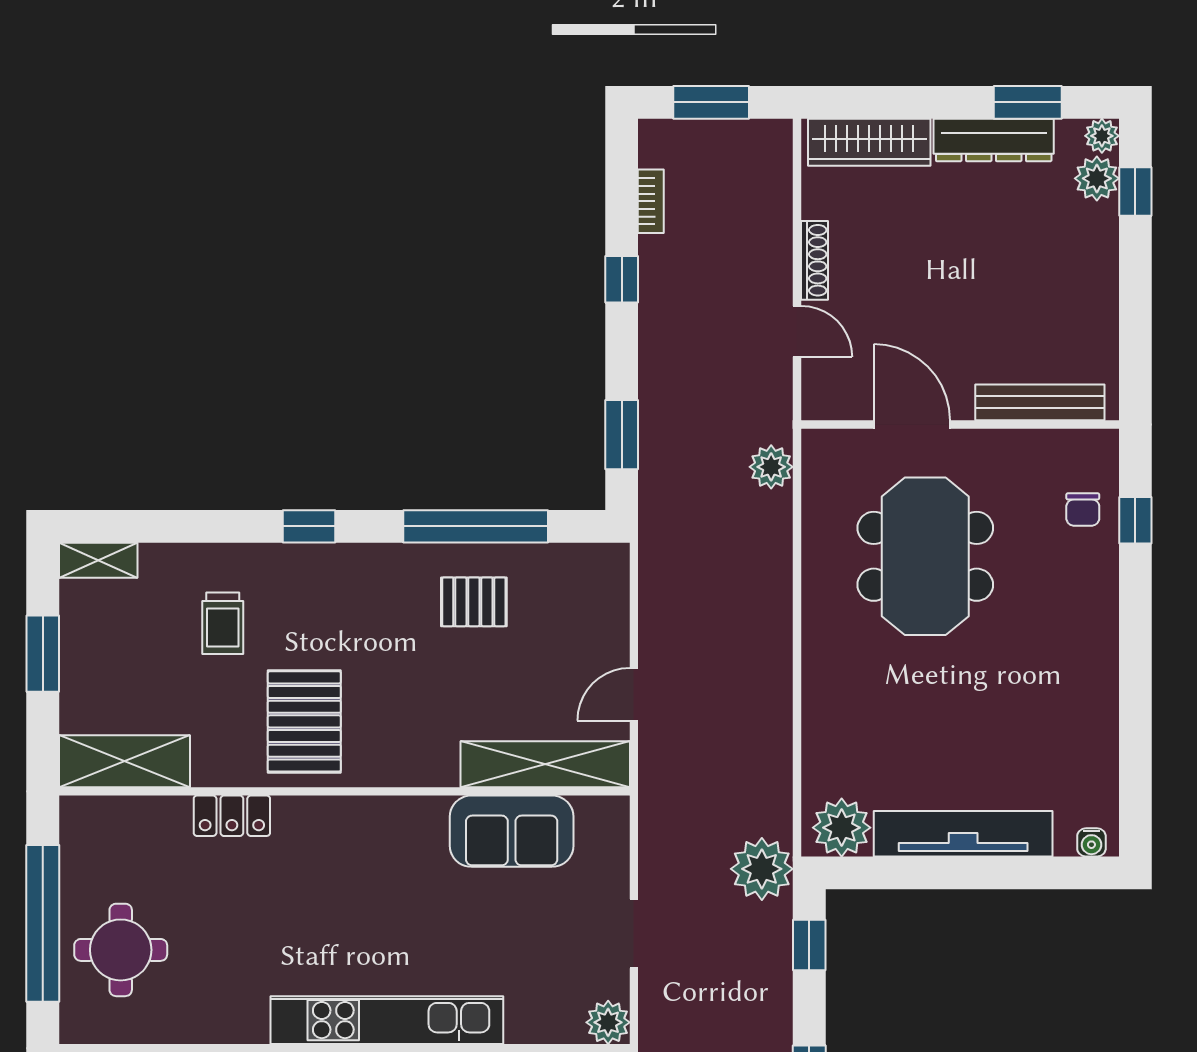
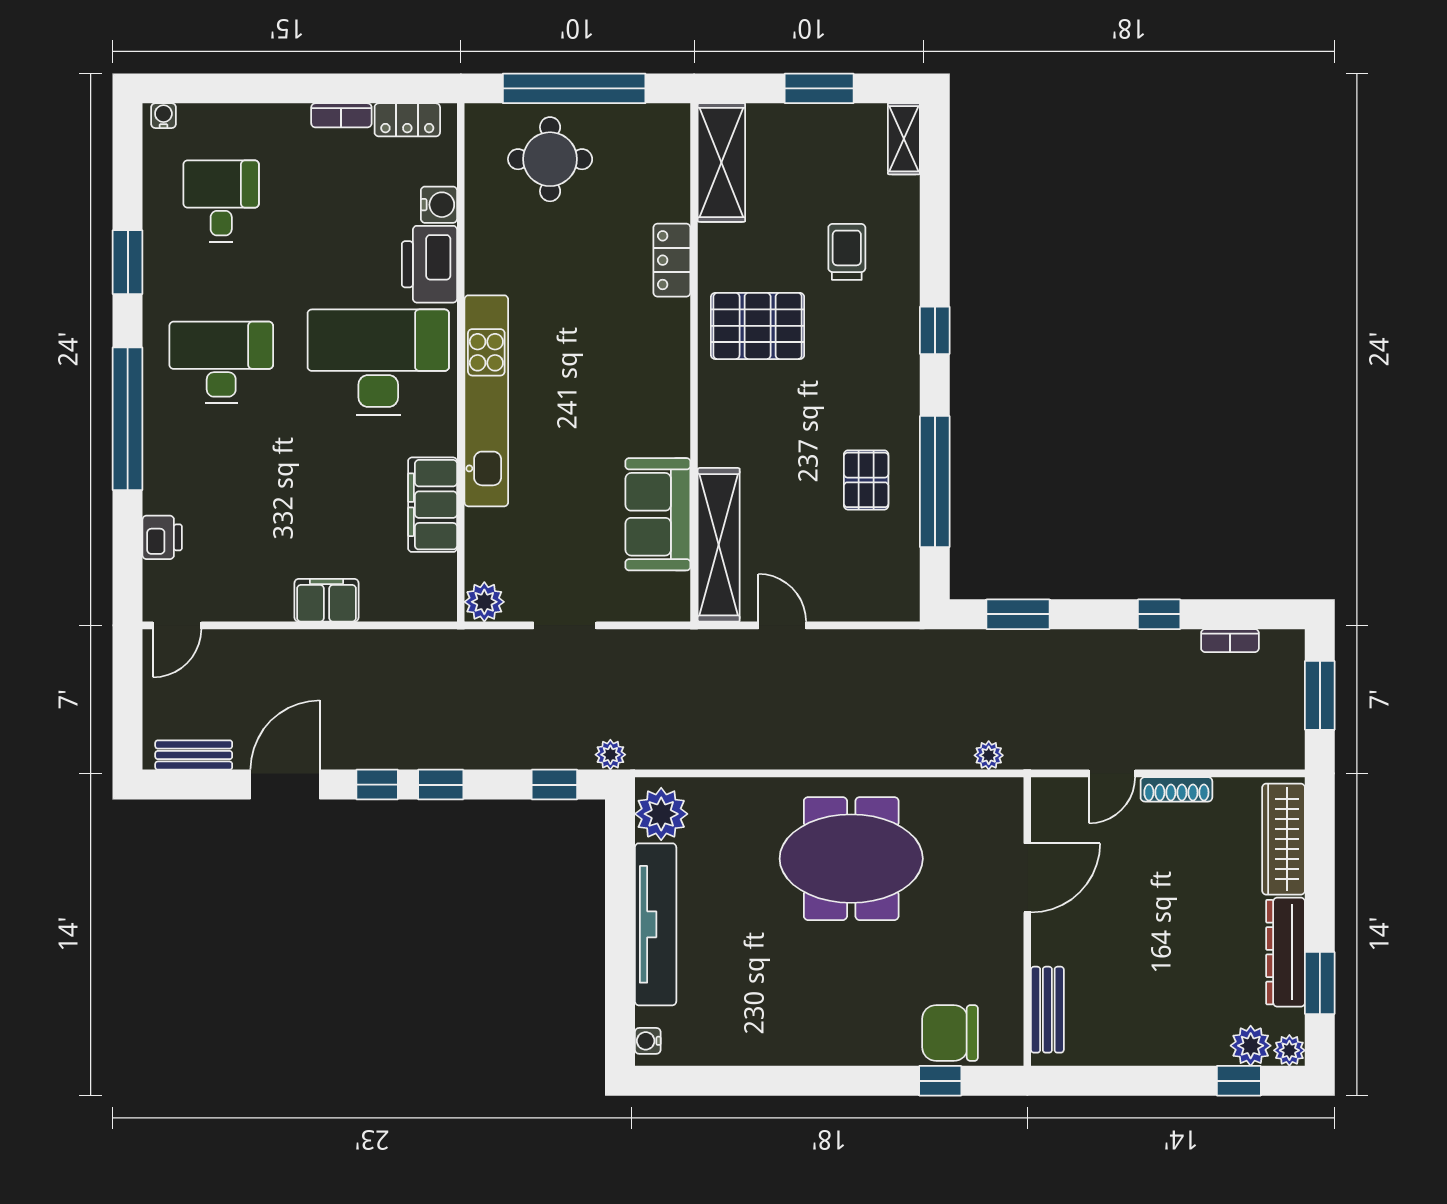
bench: (1040, 402) -> (1047, 1010), width x0.73
plant: (771, 467) -> (989, 755), width x0.73, depth x0.73
chair: (1083, 509) -> (950, 1033), width x1.87, depth x1.87
meeting table: (925, 556) -> (851, 859), moved
trolley: (223, 623) -> (847, 252), turned 90
plant: (762, 869) -> (610, 755), width x0.53, depth x0.53

